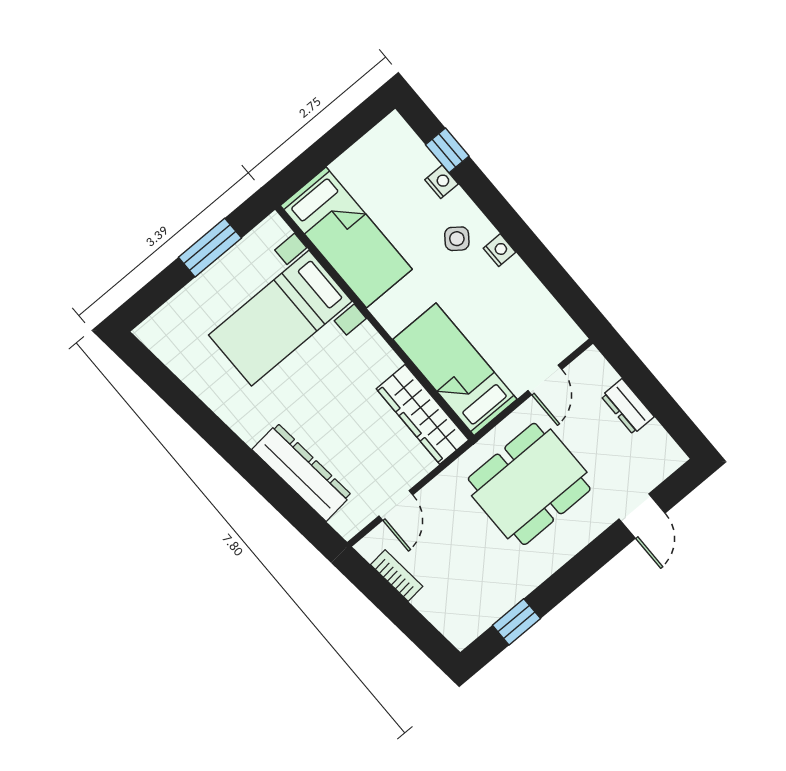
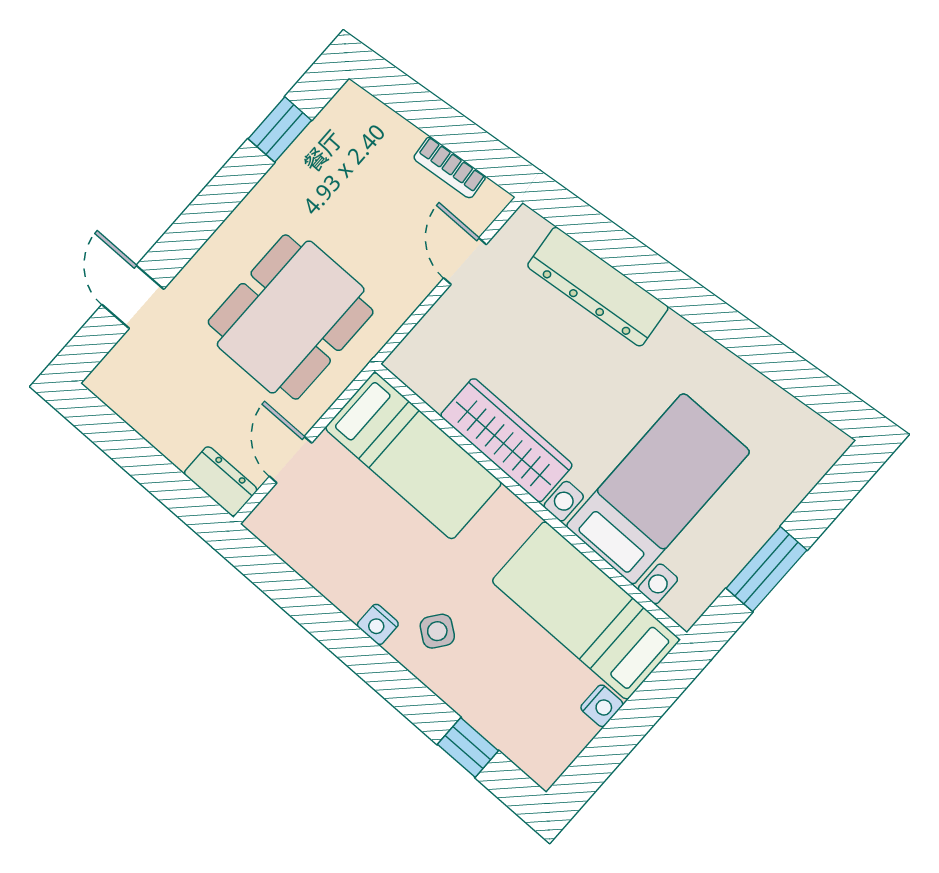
nightstand: (442, 182) -> (602, 706), moved, turned -90
dresser: (628, 407) -> (221, 481), moved
wardrobe: (422, 414) -> (506, 440), moved

